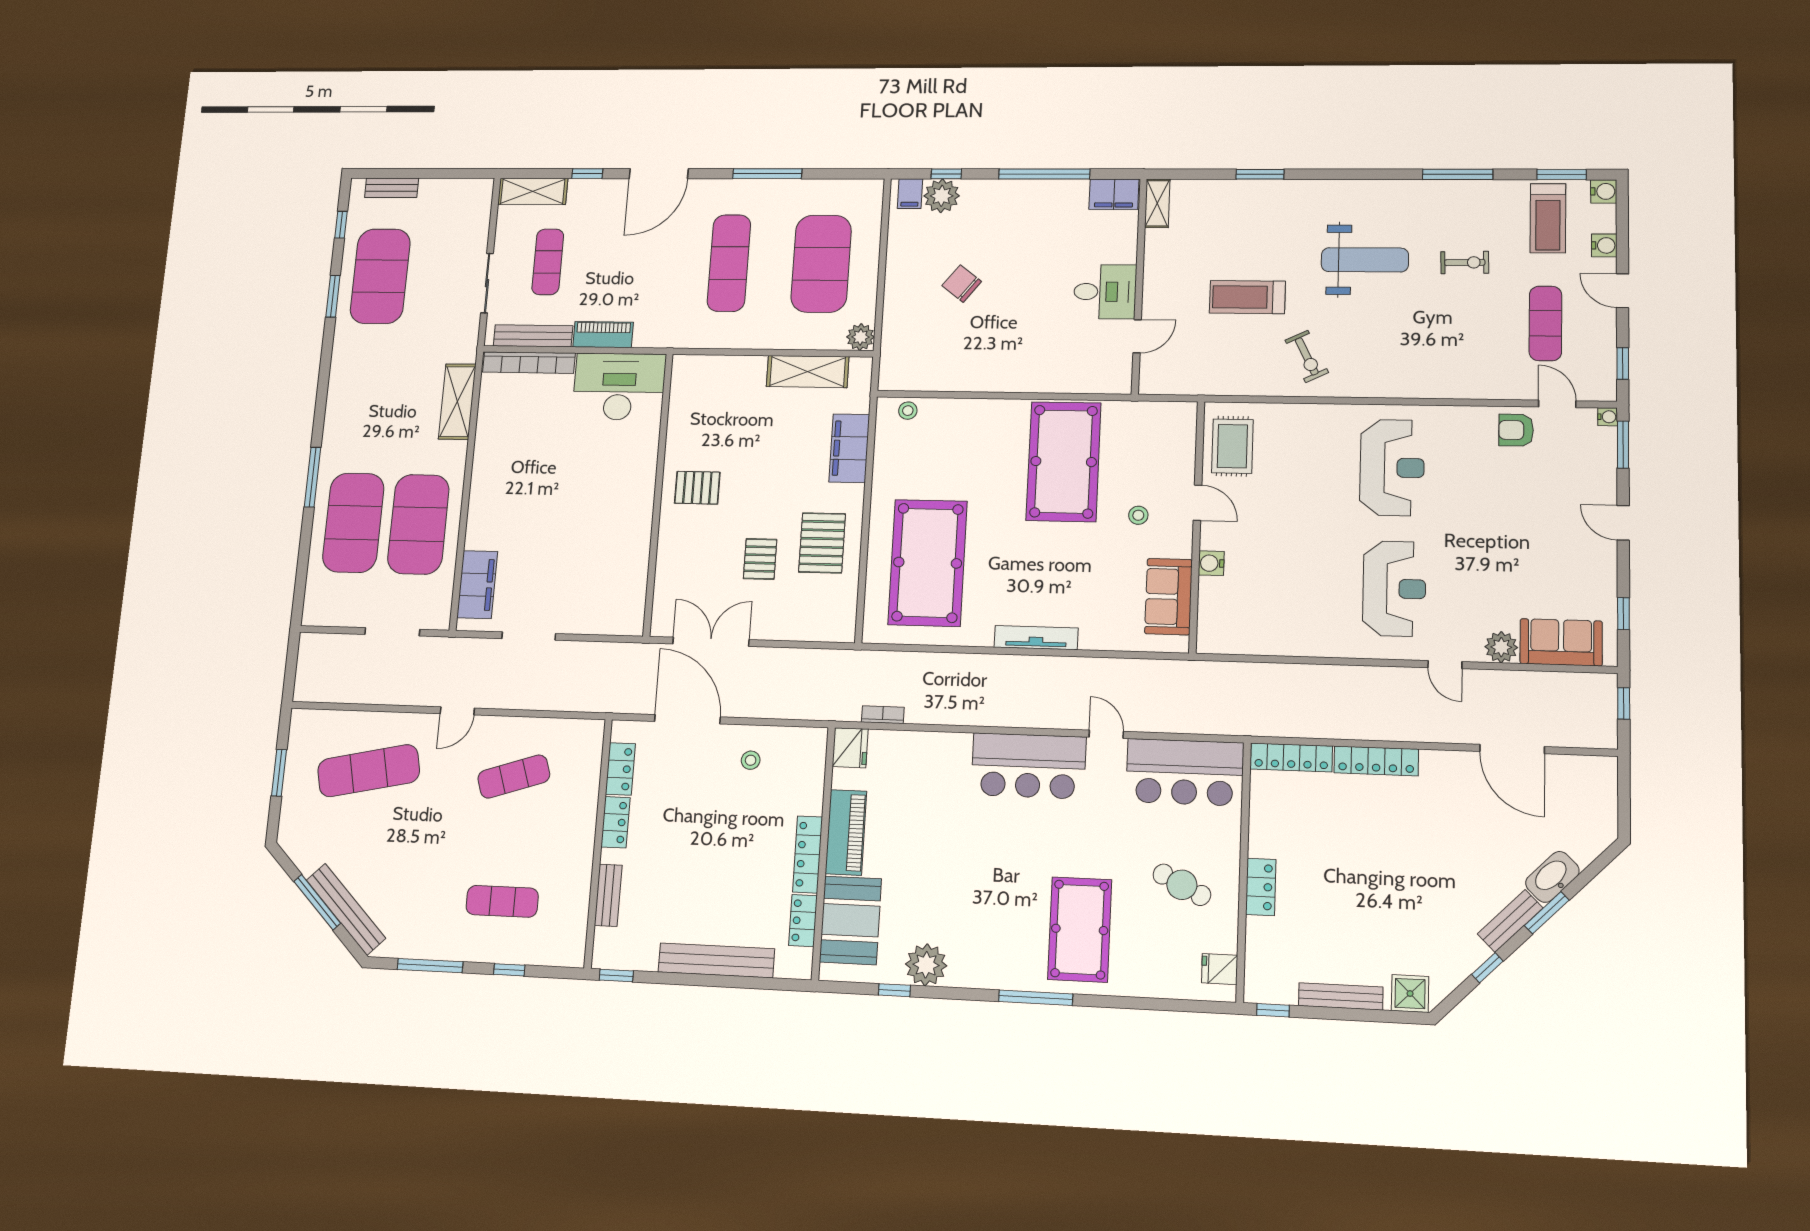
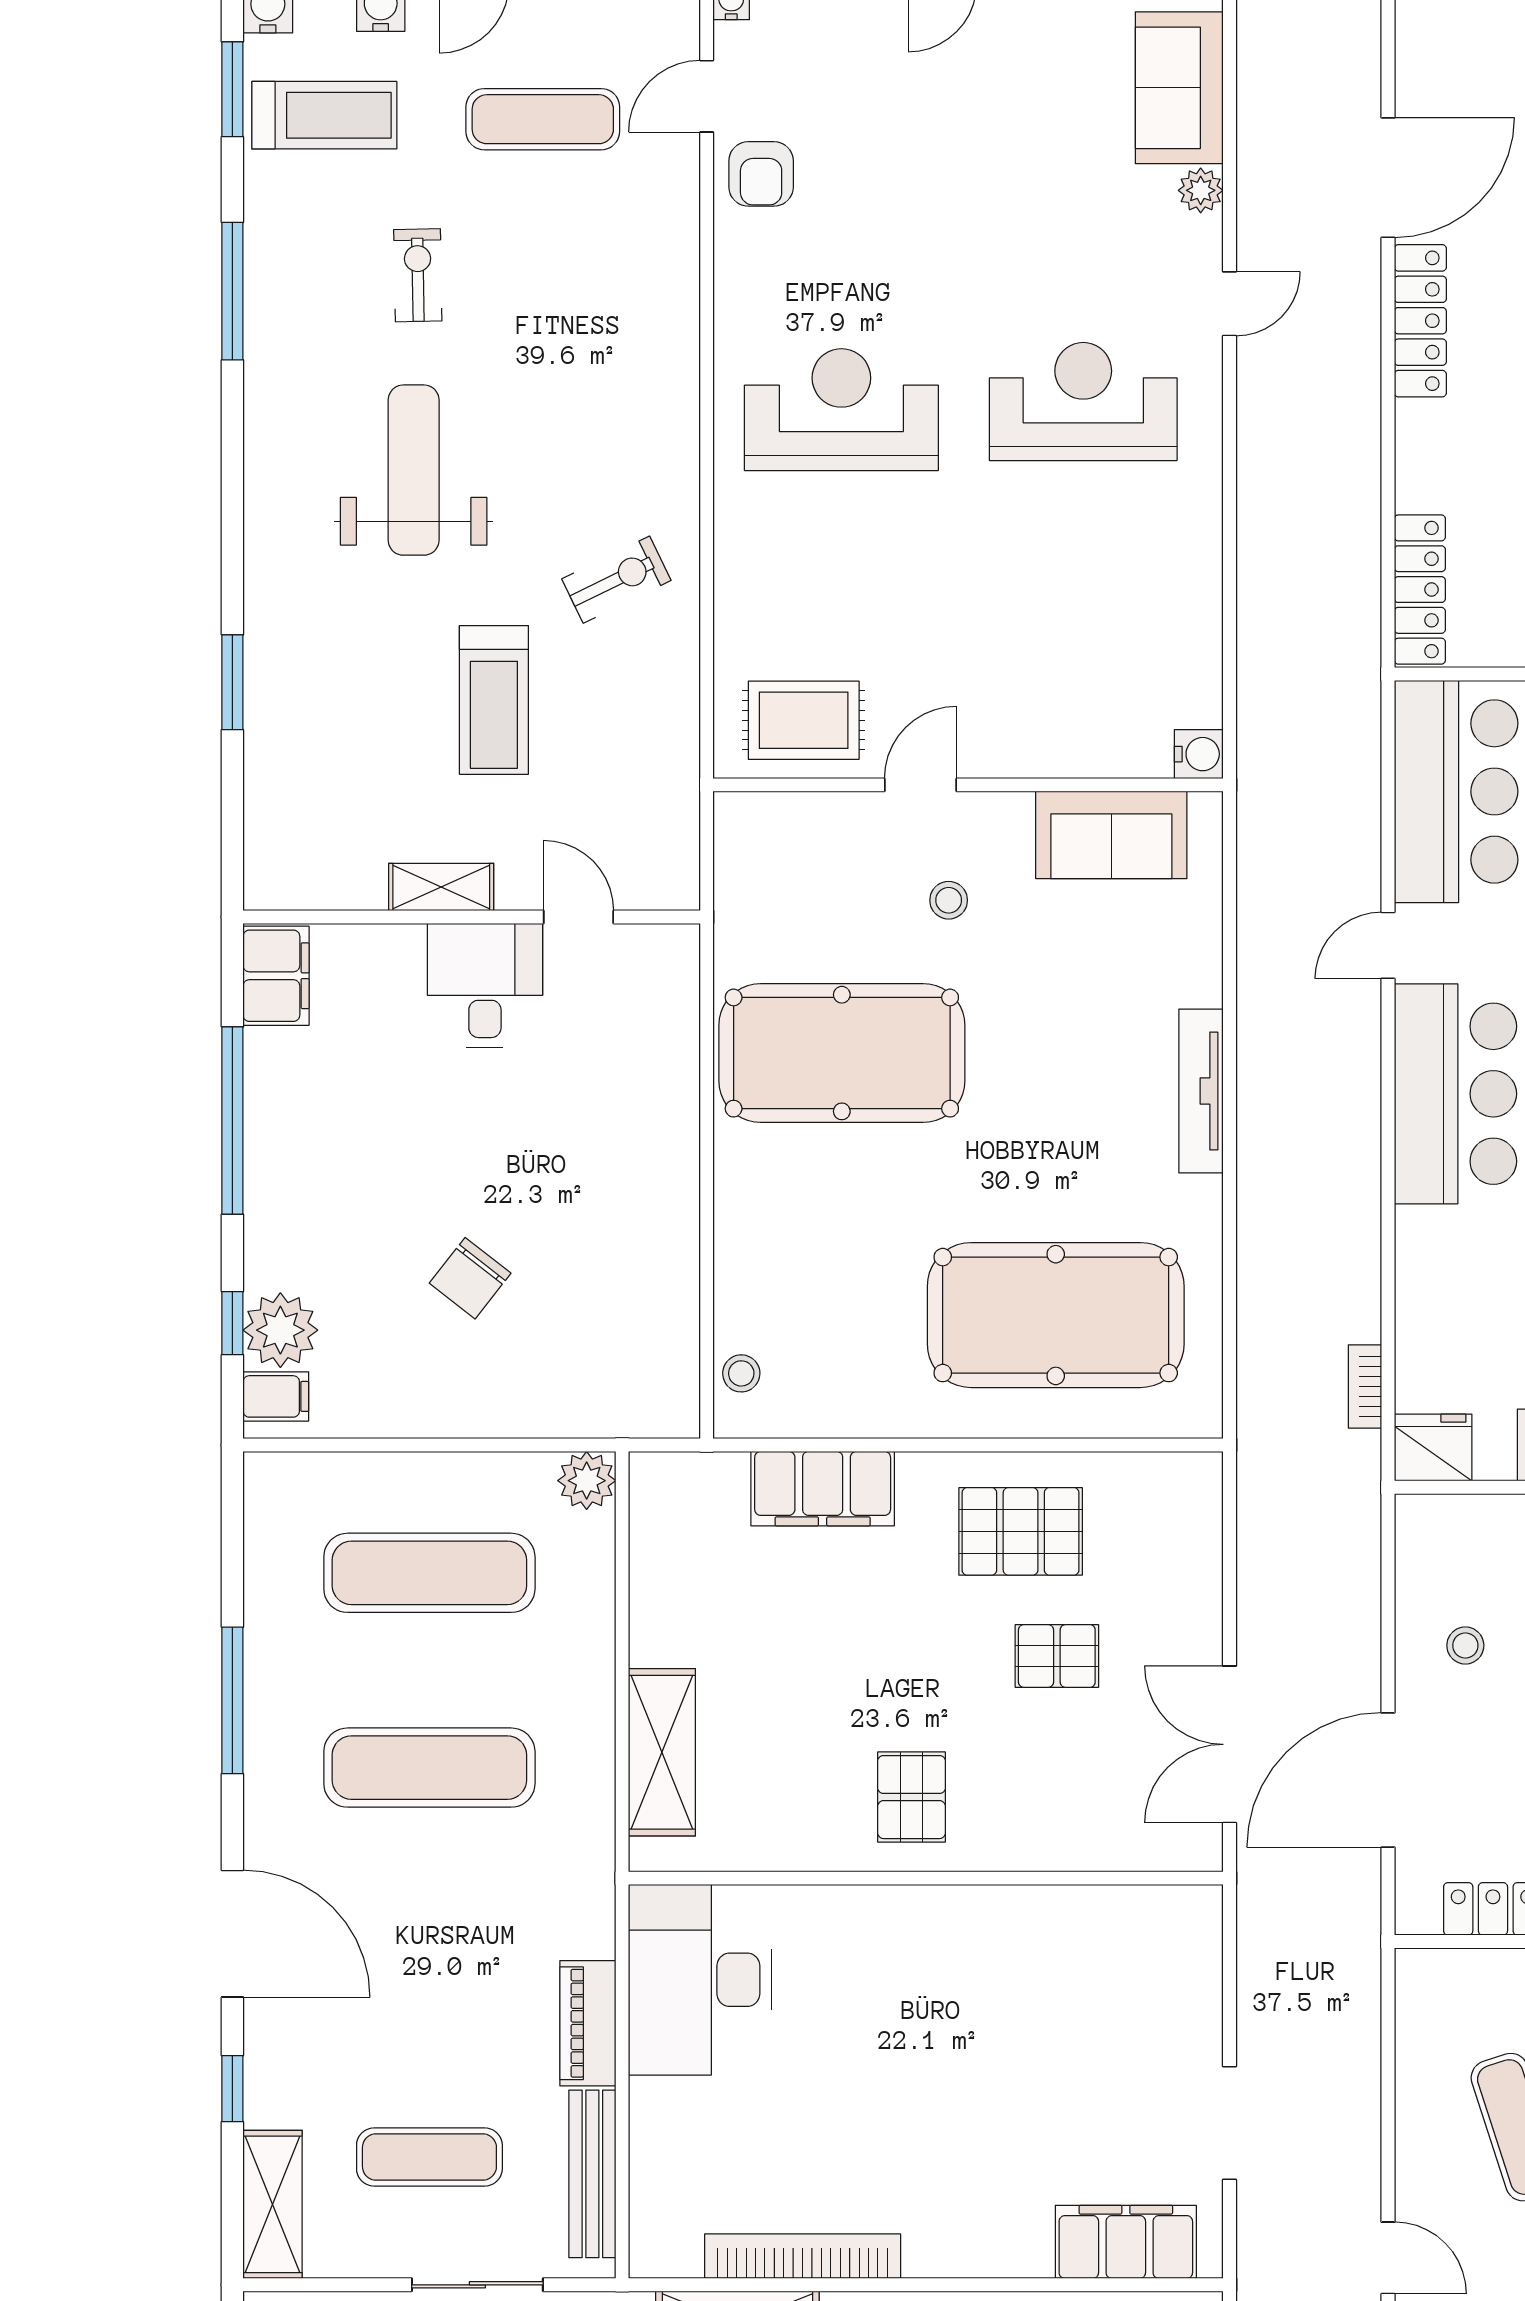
shelving: (1157, 203) -> (441, 887), moved
exercise mat: (821, 264) -> (429, 1573), width x0.68
bookcase: (529, 363) -> (803, 2256), moved, turned -90
shelving: (808, 372) -> (662, 1752), moved
water cooler: (1211, 563) -> (1199, 754), moved, turned -90
plant: (1501, 647) -> (1201, 190), width x0.73, depth x0.73
locker: (1376, 761) -> (1420, 321), moved

